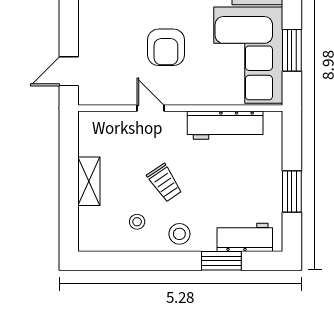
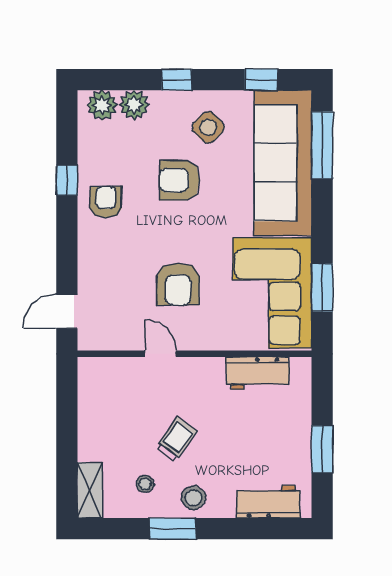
workbench: (225, 125) -> (258, 373), width x0.73
shelving: (89, 181) -> (90, 490), moved
trolley: (165, 183) -> (177, 439), turned -110
window: (221, 261) -> (173, 529), moved

